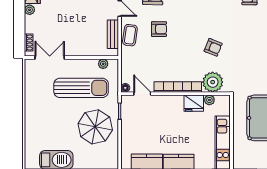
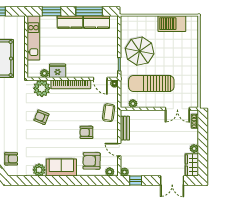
coffee table: (130, 35) -> (109, 113), moved

